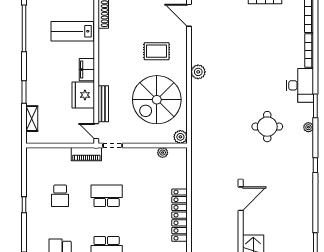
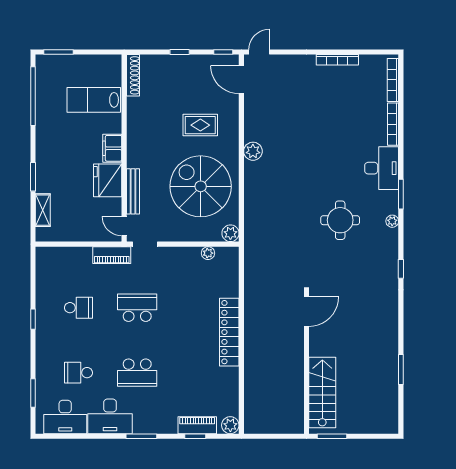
spiral stairs: (157, 100) -> (201, 186), turned 90
school desk: (60, 196) -> (78, 308), turned -90

